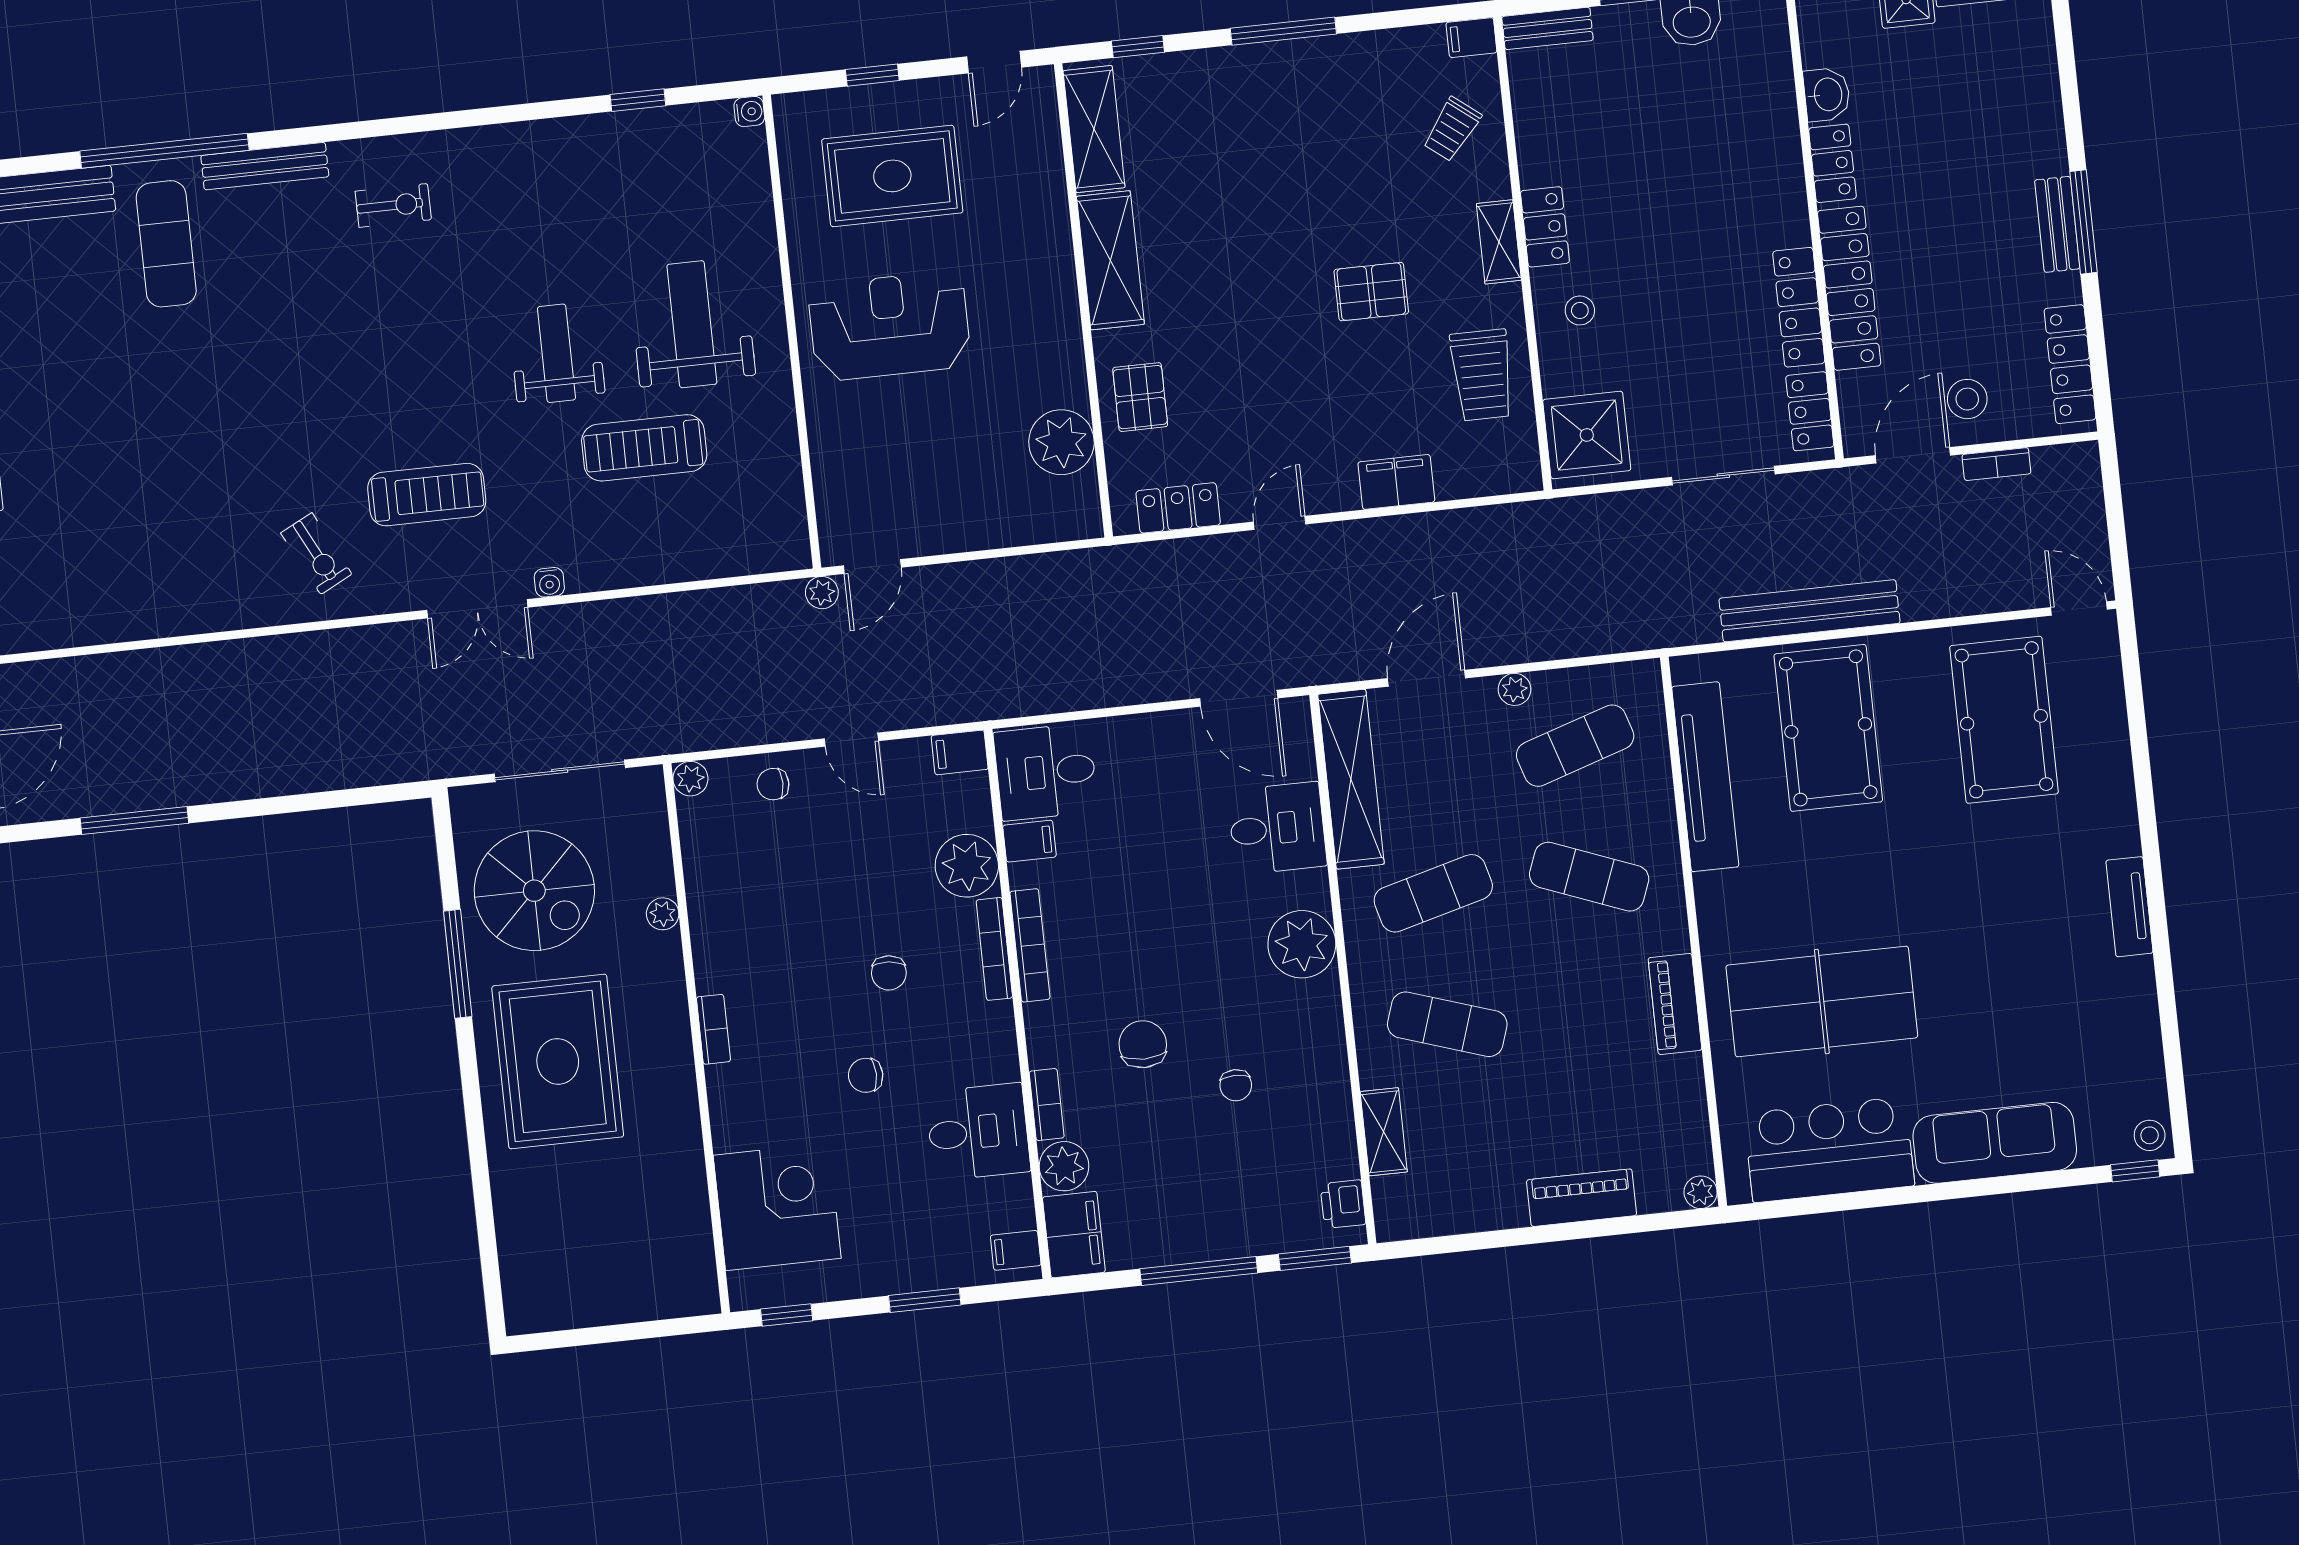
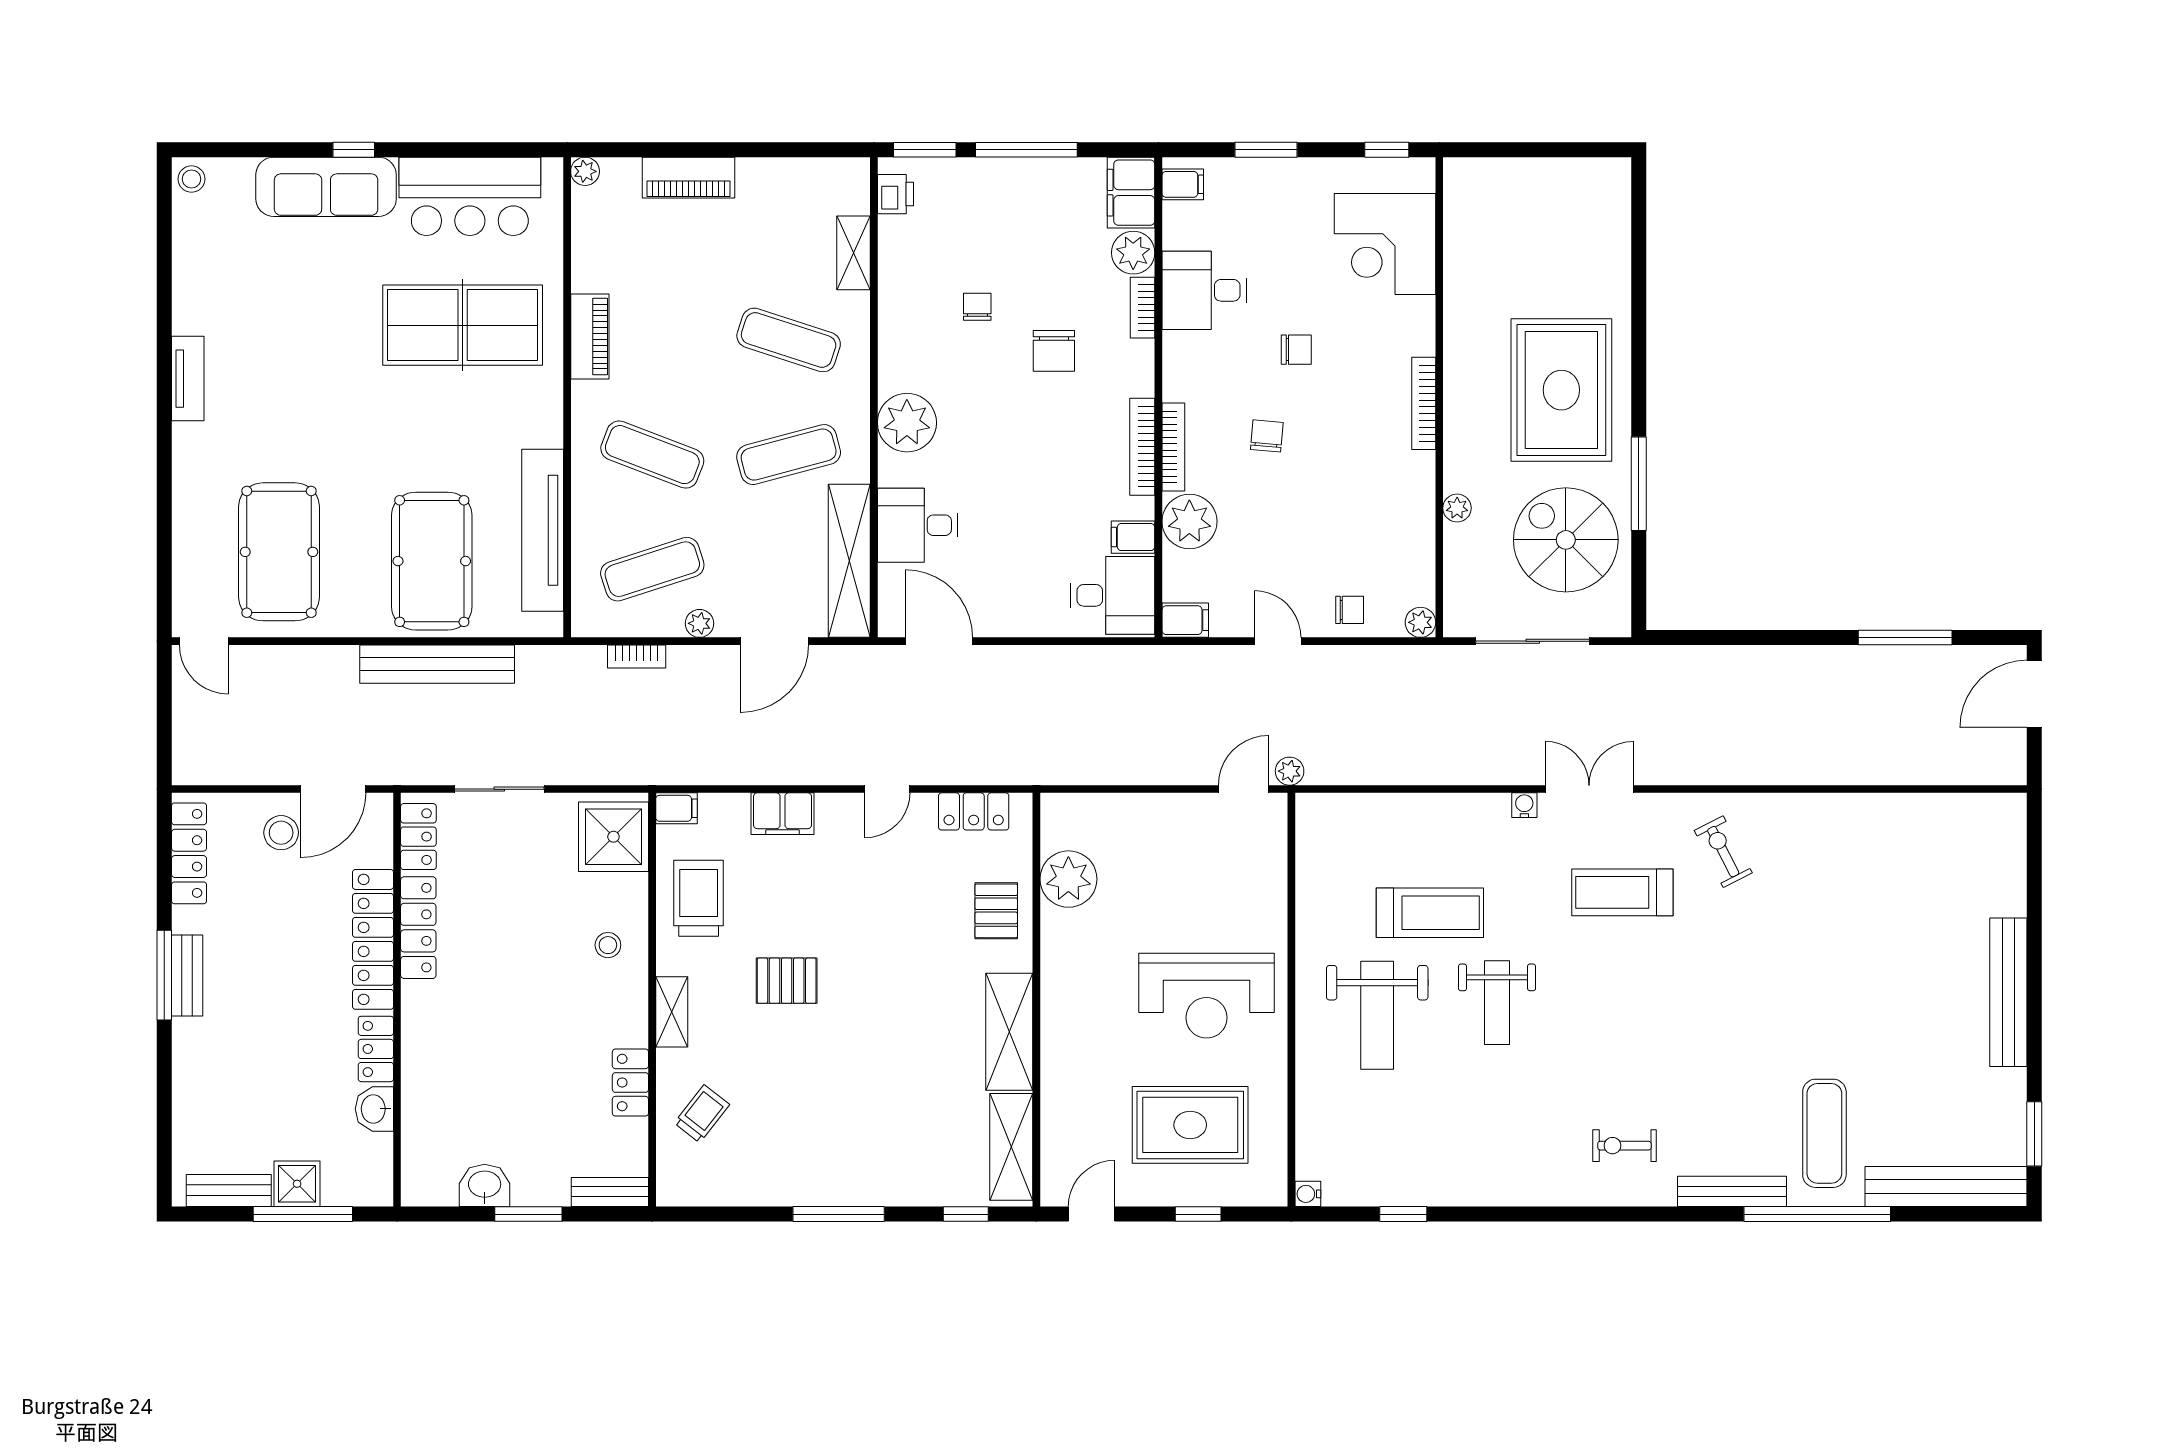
filing cabinet: (1471, 38) -> (676, 808), moved
locker: (1545, 227) -> (630, 1083), moved
bookcase: (1996, 464) -> (637, 656), moved, turned 180
bookcase: (713, 1029) -> (1424, 403), width x1.56
window: (2135, 1171) -> (354, 150), moved

